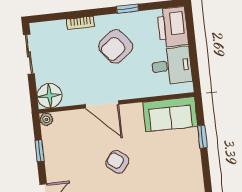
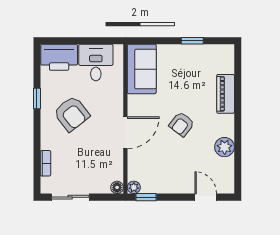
bookcase: (80, 23) -> (45, 163), moved
floor lamp: (49, 96) -> (117, 187), width x0.53, depth x0.53
window: (202, 137) -> (192, 41), moved
window: (40, 151) -> (146, 197), moved

